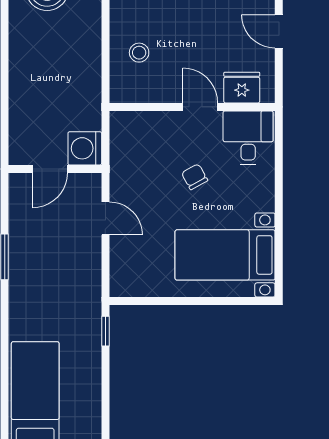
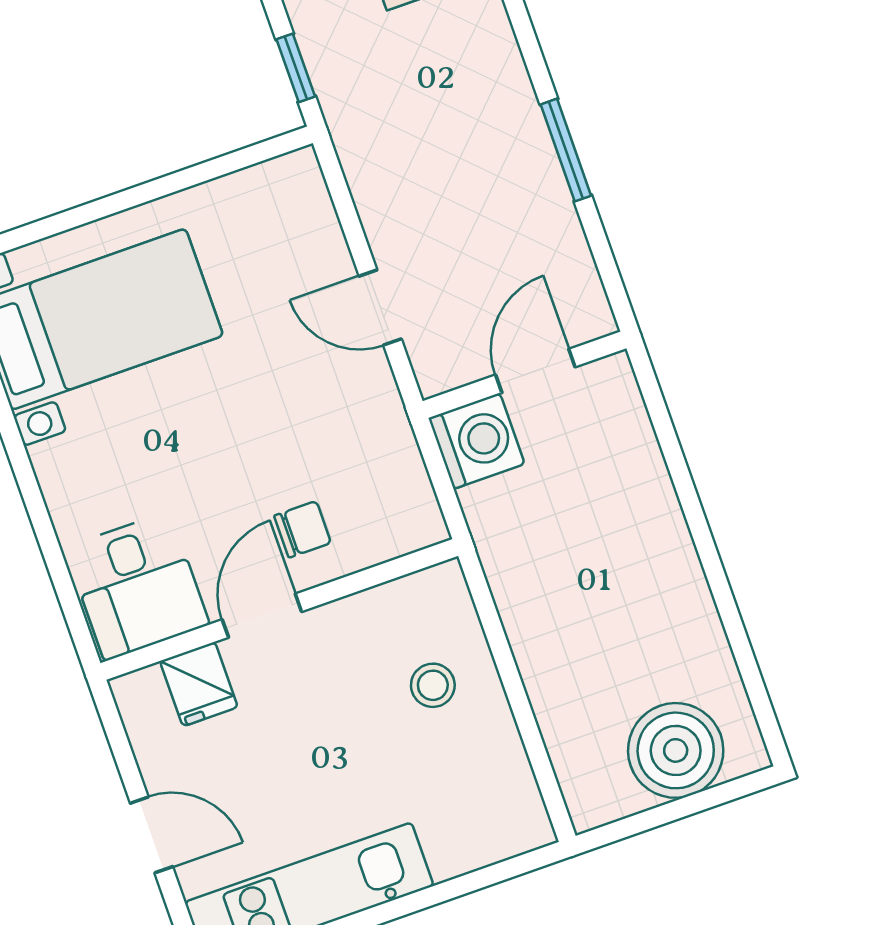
fridge: (242, 88) -> (199, 684), width x0.72
door: (200, 107) -> (262, 616), swing flipped
chair: (195, 177) -> (302, 529), moved, turned -61

